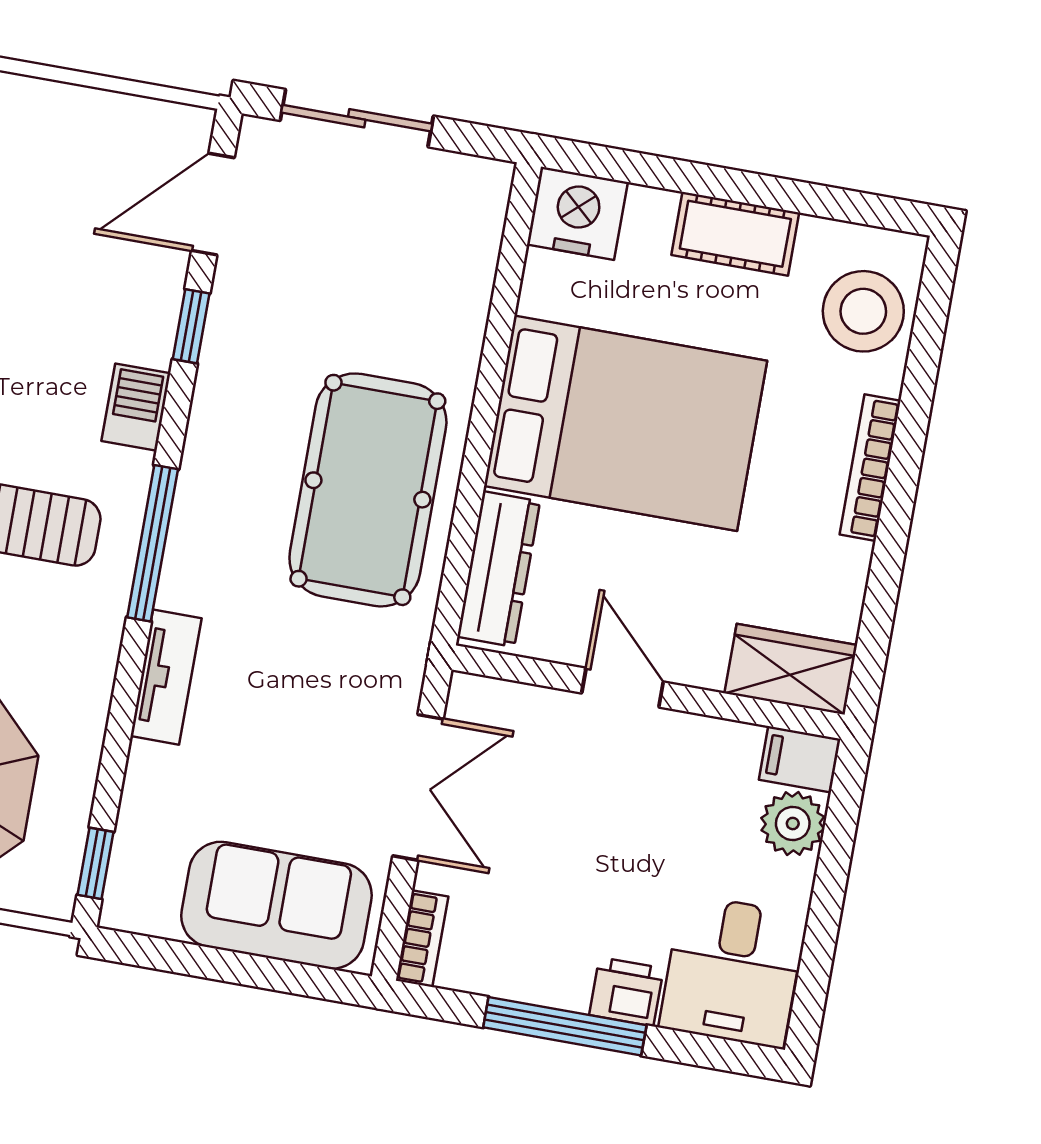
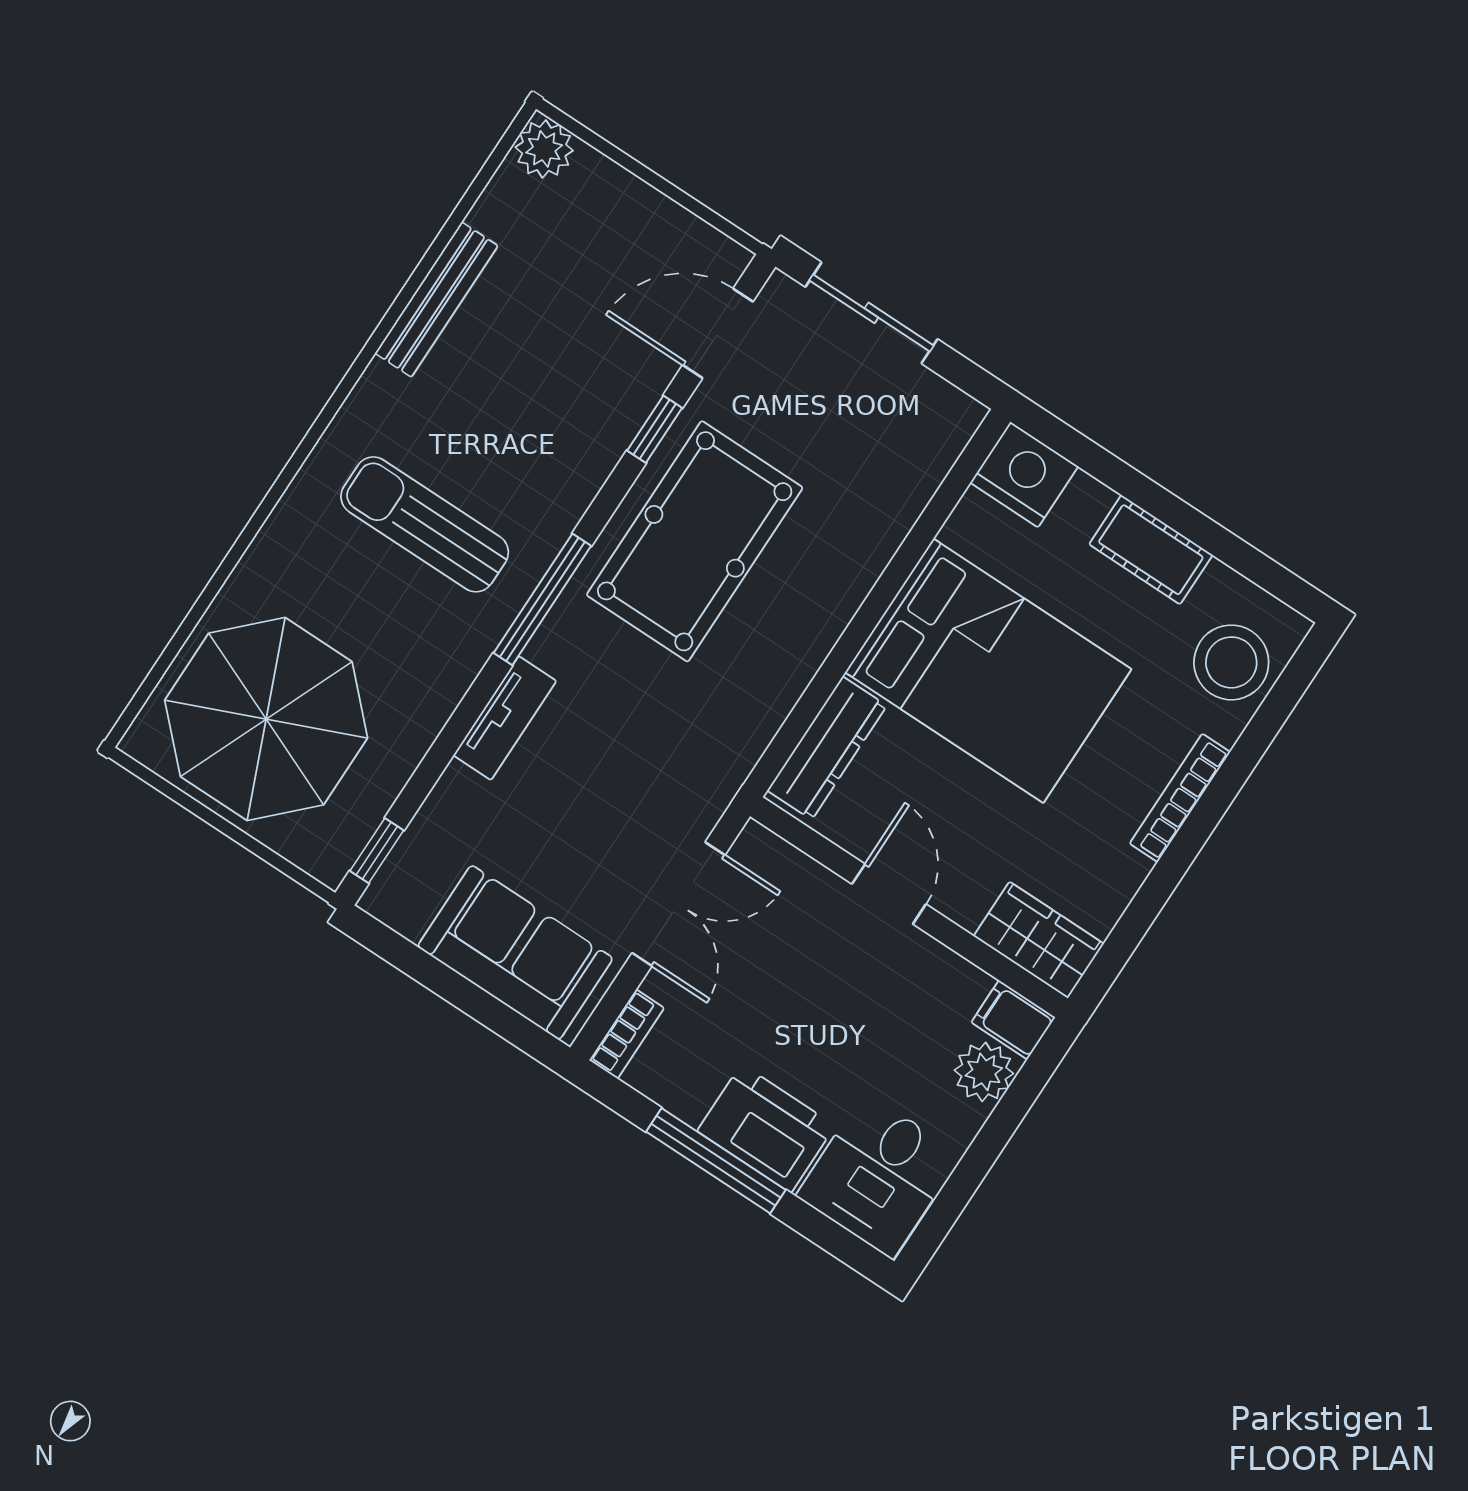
barbecue: (136, 407) -> (578, 478), removed
pool table: (368, 490) -> (695, 541), moved
printer: (626, 992) -> (766, 1128), width x1.87, depth x1.48

